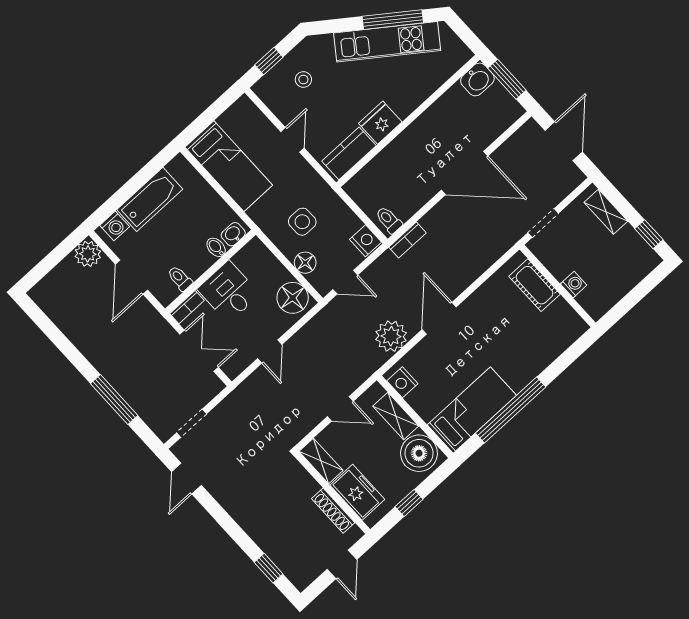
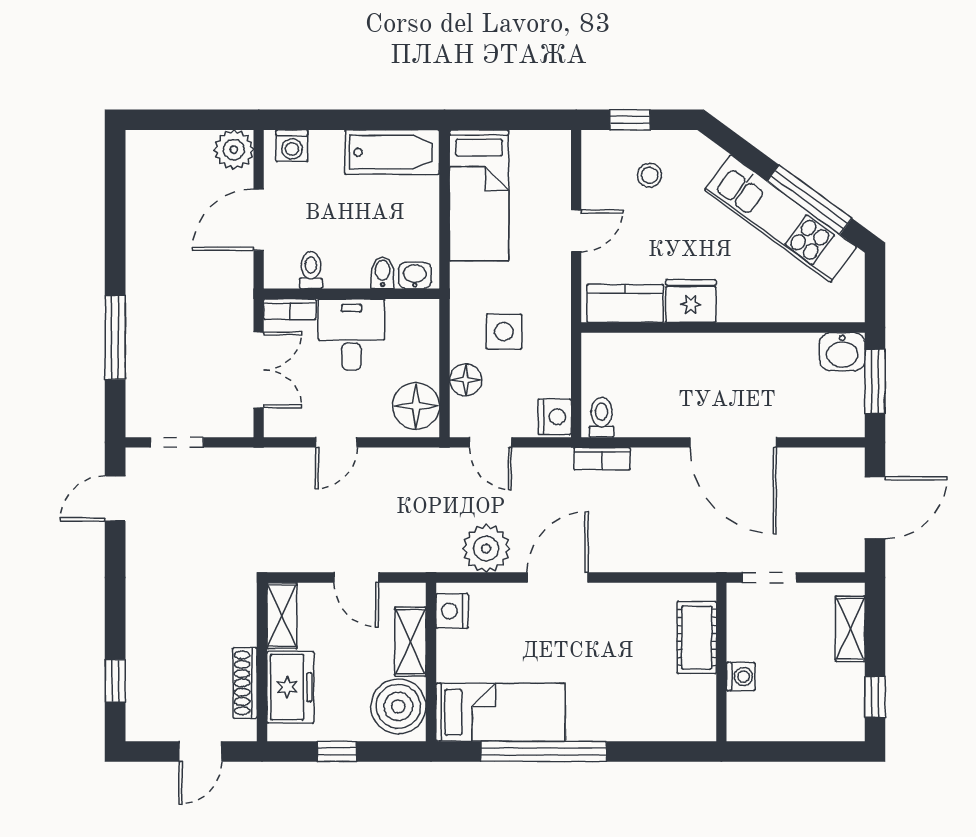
bathtub: (150, 199) -> (392, 152), moved

